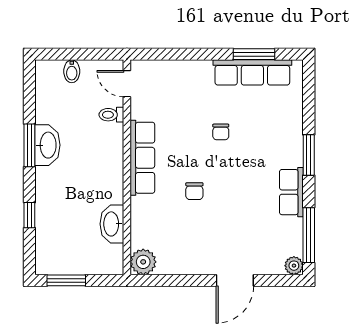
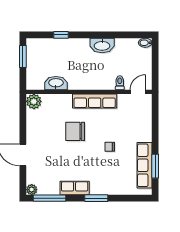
bidet: (72, 71) -> (145, 43), moved
window: (29, 145) -> (102, 35), removed
chair: (194, 191) -> (75, 131), width x1.87, depth x1.87

